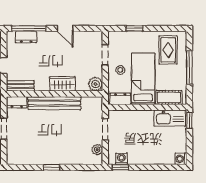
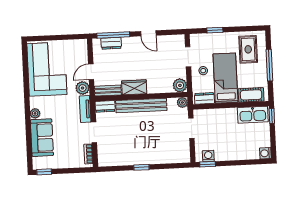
wardrobe: (62, 84) -> (134, 87), moved
plant: (97, 150) -> (182, 103), moved

